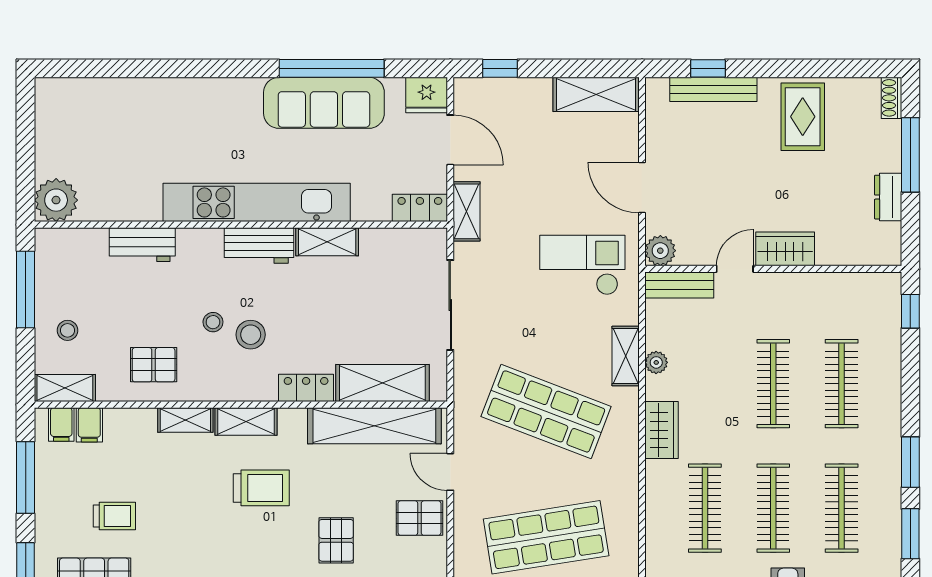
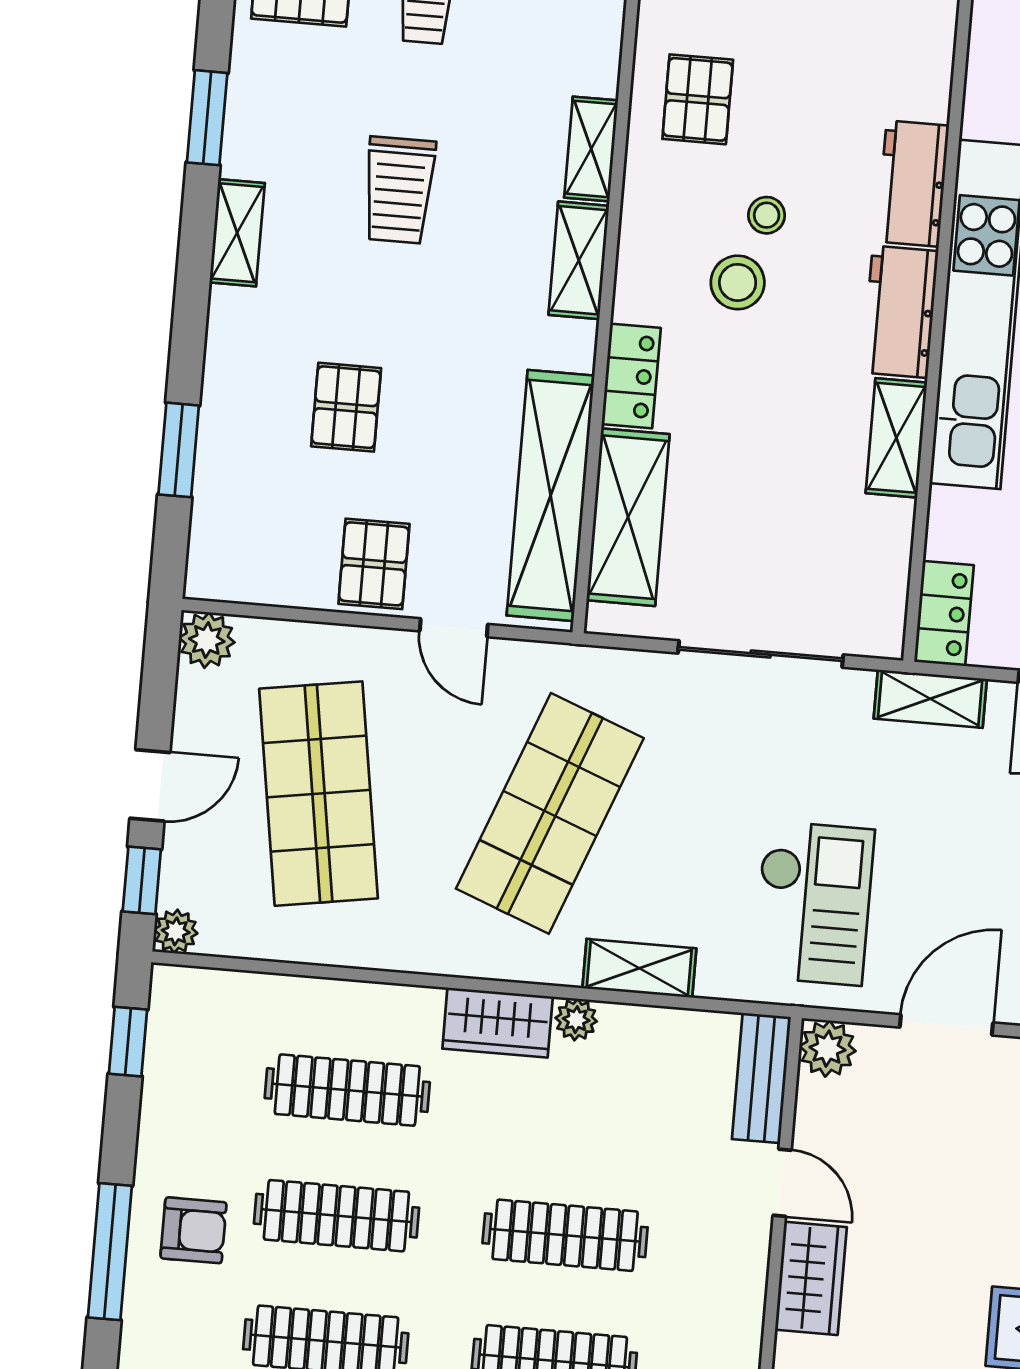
workbench: (142, 245) -> (913, 184), moved
plant: (656, 362) -> (576, 1020), moved
door: (450, 472) -> (454, 628), swing flipped
trolley: (261, 488) -> (399, 190), moved
pallet: (336, 540) -> (346, 407), turned 90

